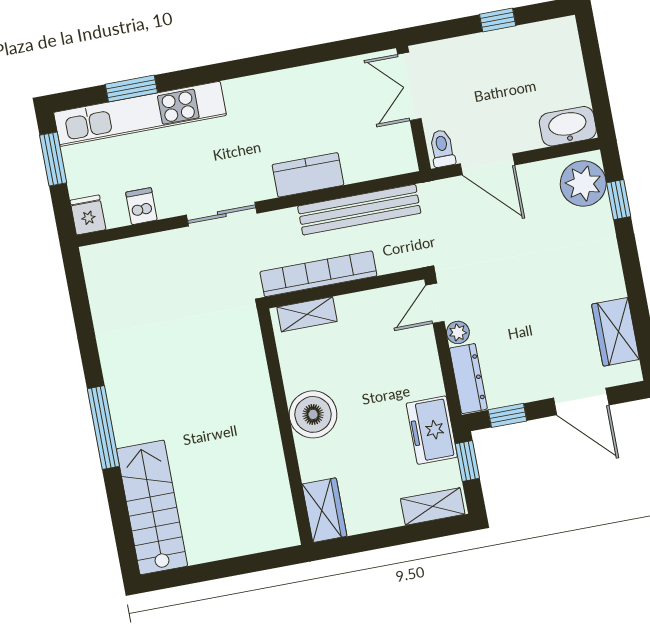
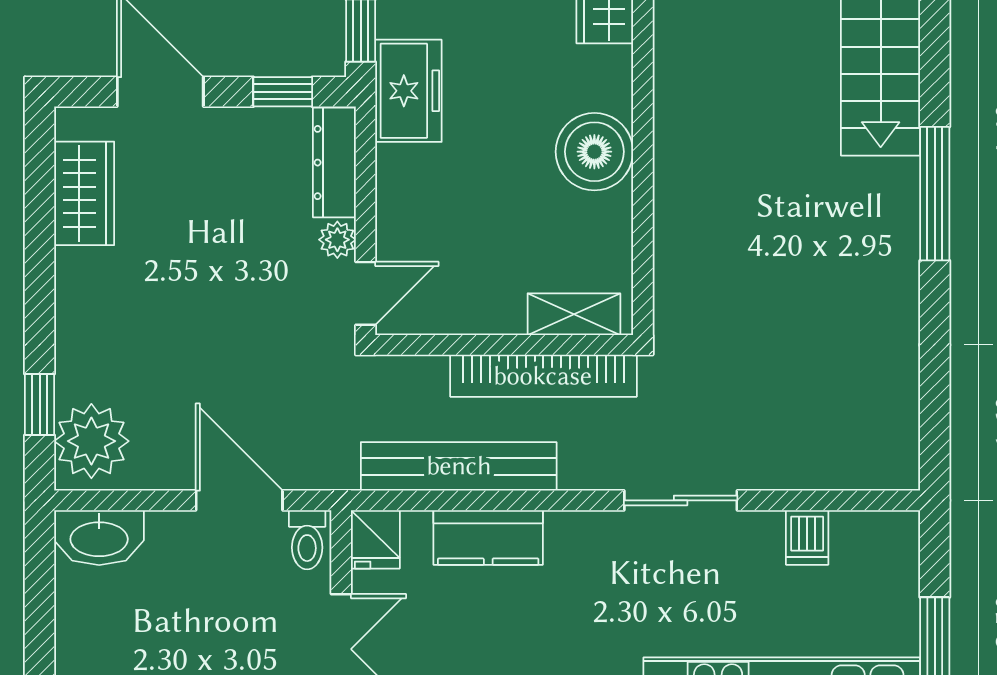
kitchen counter: (308, 175) -> (488, 538), moved
fridge: (88, 215) -> (375, 539), moved

